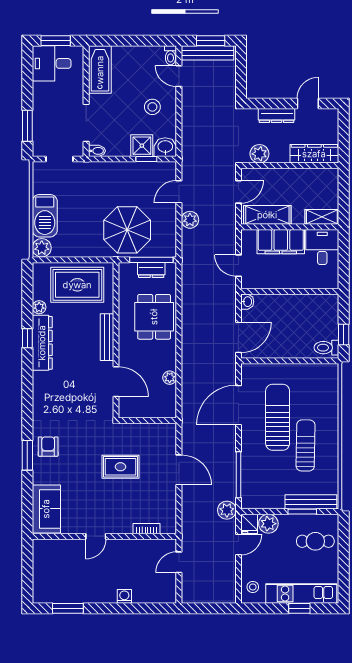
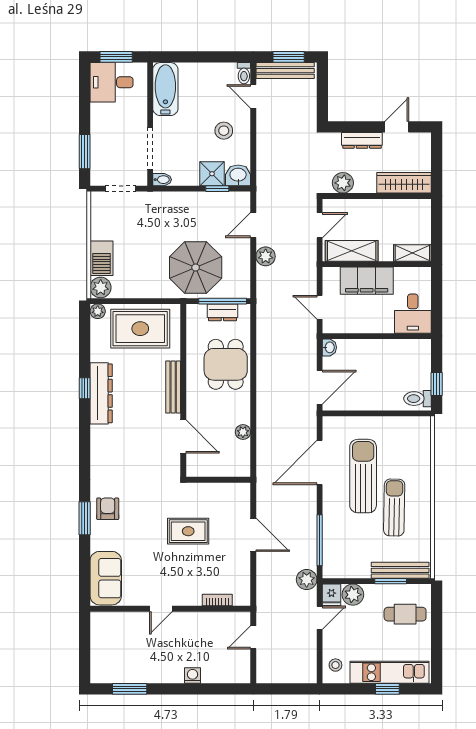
barbecue: (45, 216) -> (102, 258), width x0.73, depth x0.83
desk: (322, 247) -> (413, 314), moved, turned 180
plant: (39, 307) -> (98, 311), moved

